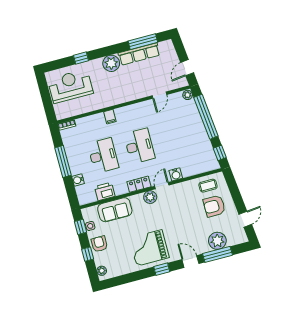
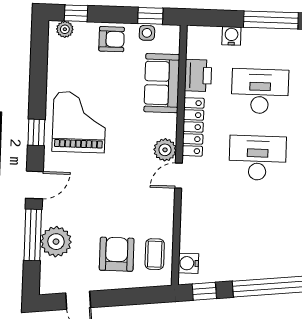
desk: (139, 146) -> (258, 158), turned 180
desk: (103, 156) -> (260, 91), turned 180
water cooler: (176, 174) -> (188, 263), moved
locker: (139, 184) -> (193, 127), width x1.53
door: (162, 186) -> (179, 176), swing flipped
window: (88, 254) -> (76, 13), moved

